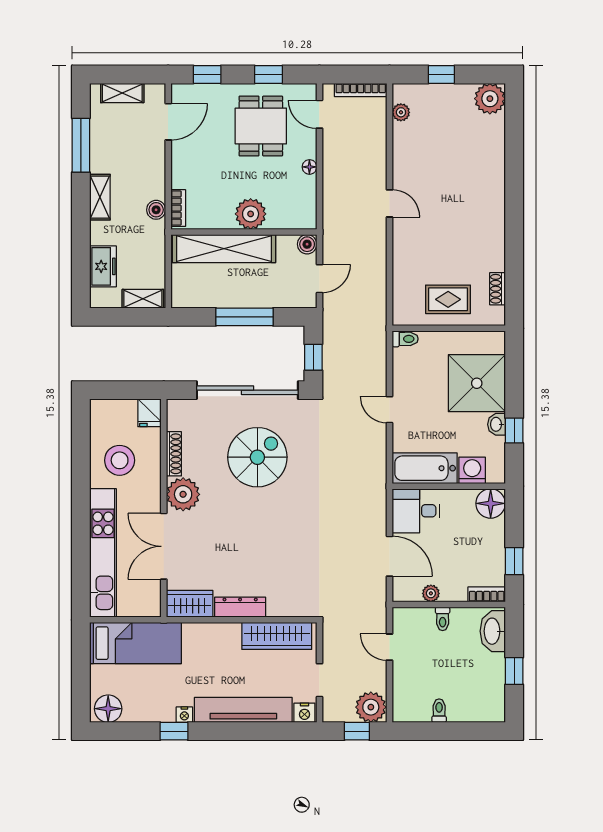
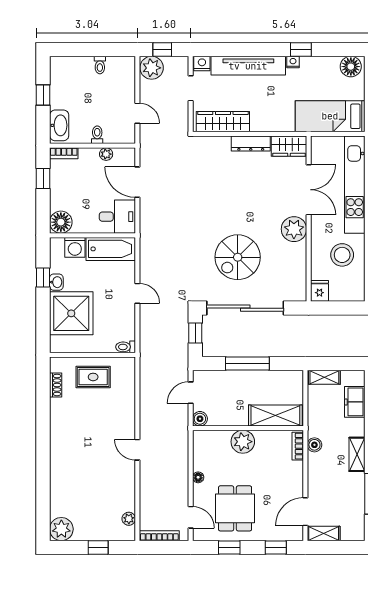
shelving: (122, 93) -> (324, 533), moved
shelving: (224, 249) -> (275, 415), width x0.68
shoe rack: (174, 454) -> (301, 260), removed

